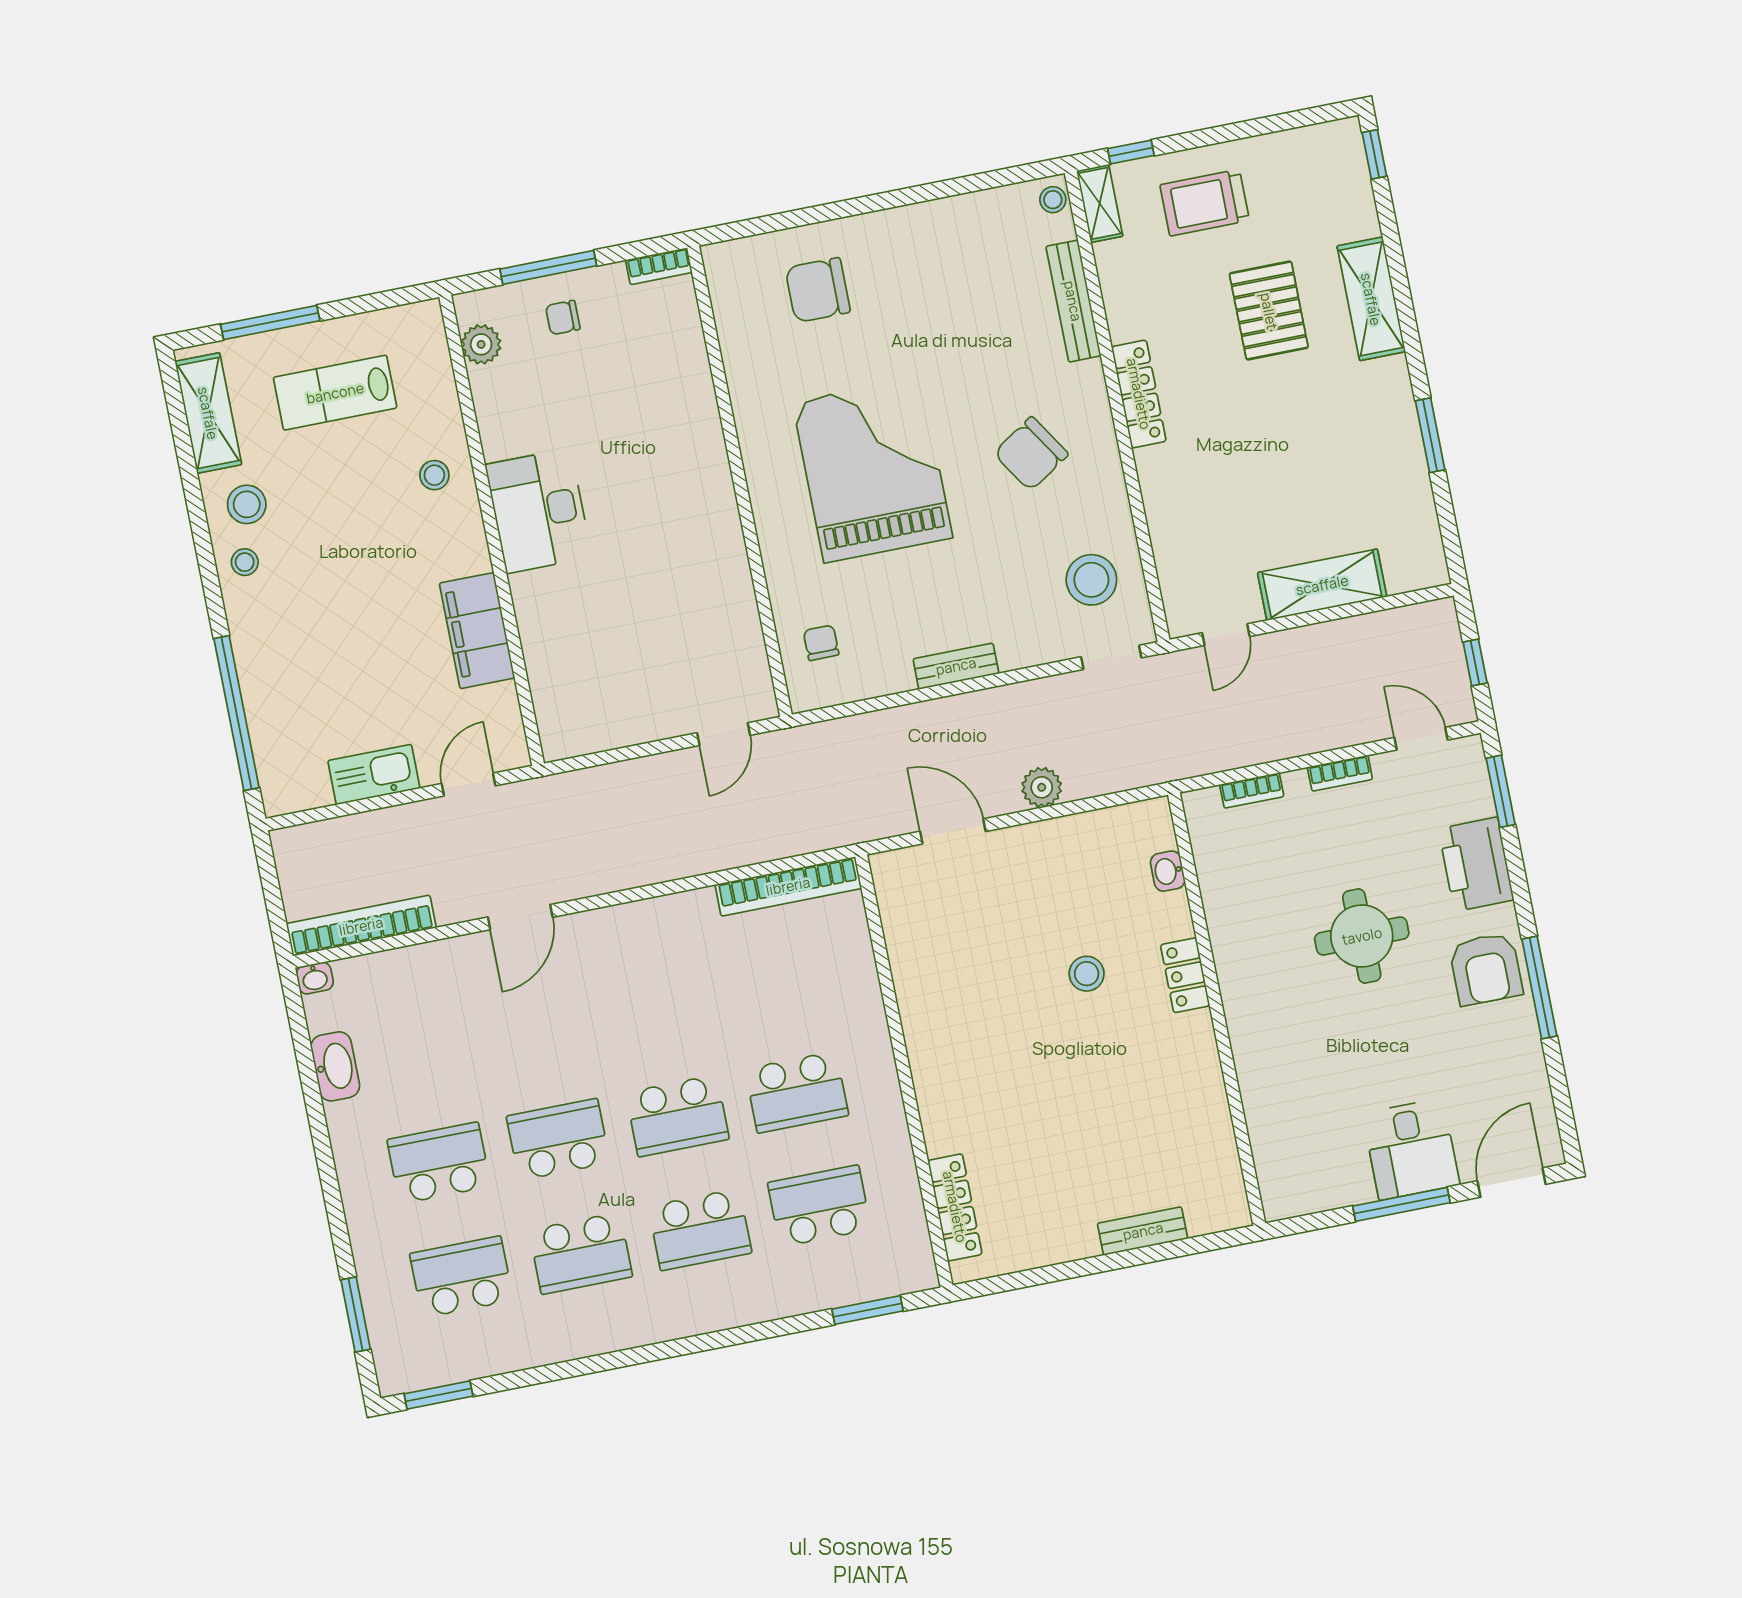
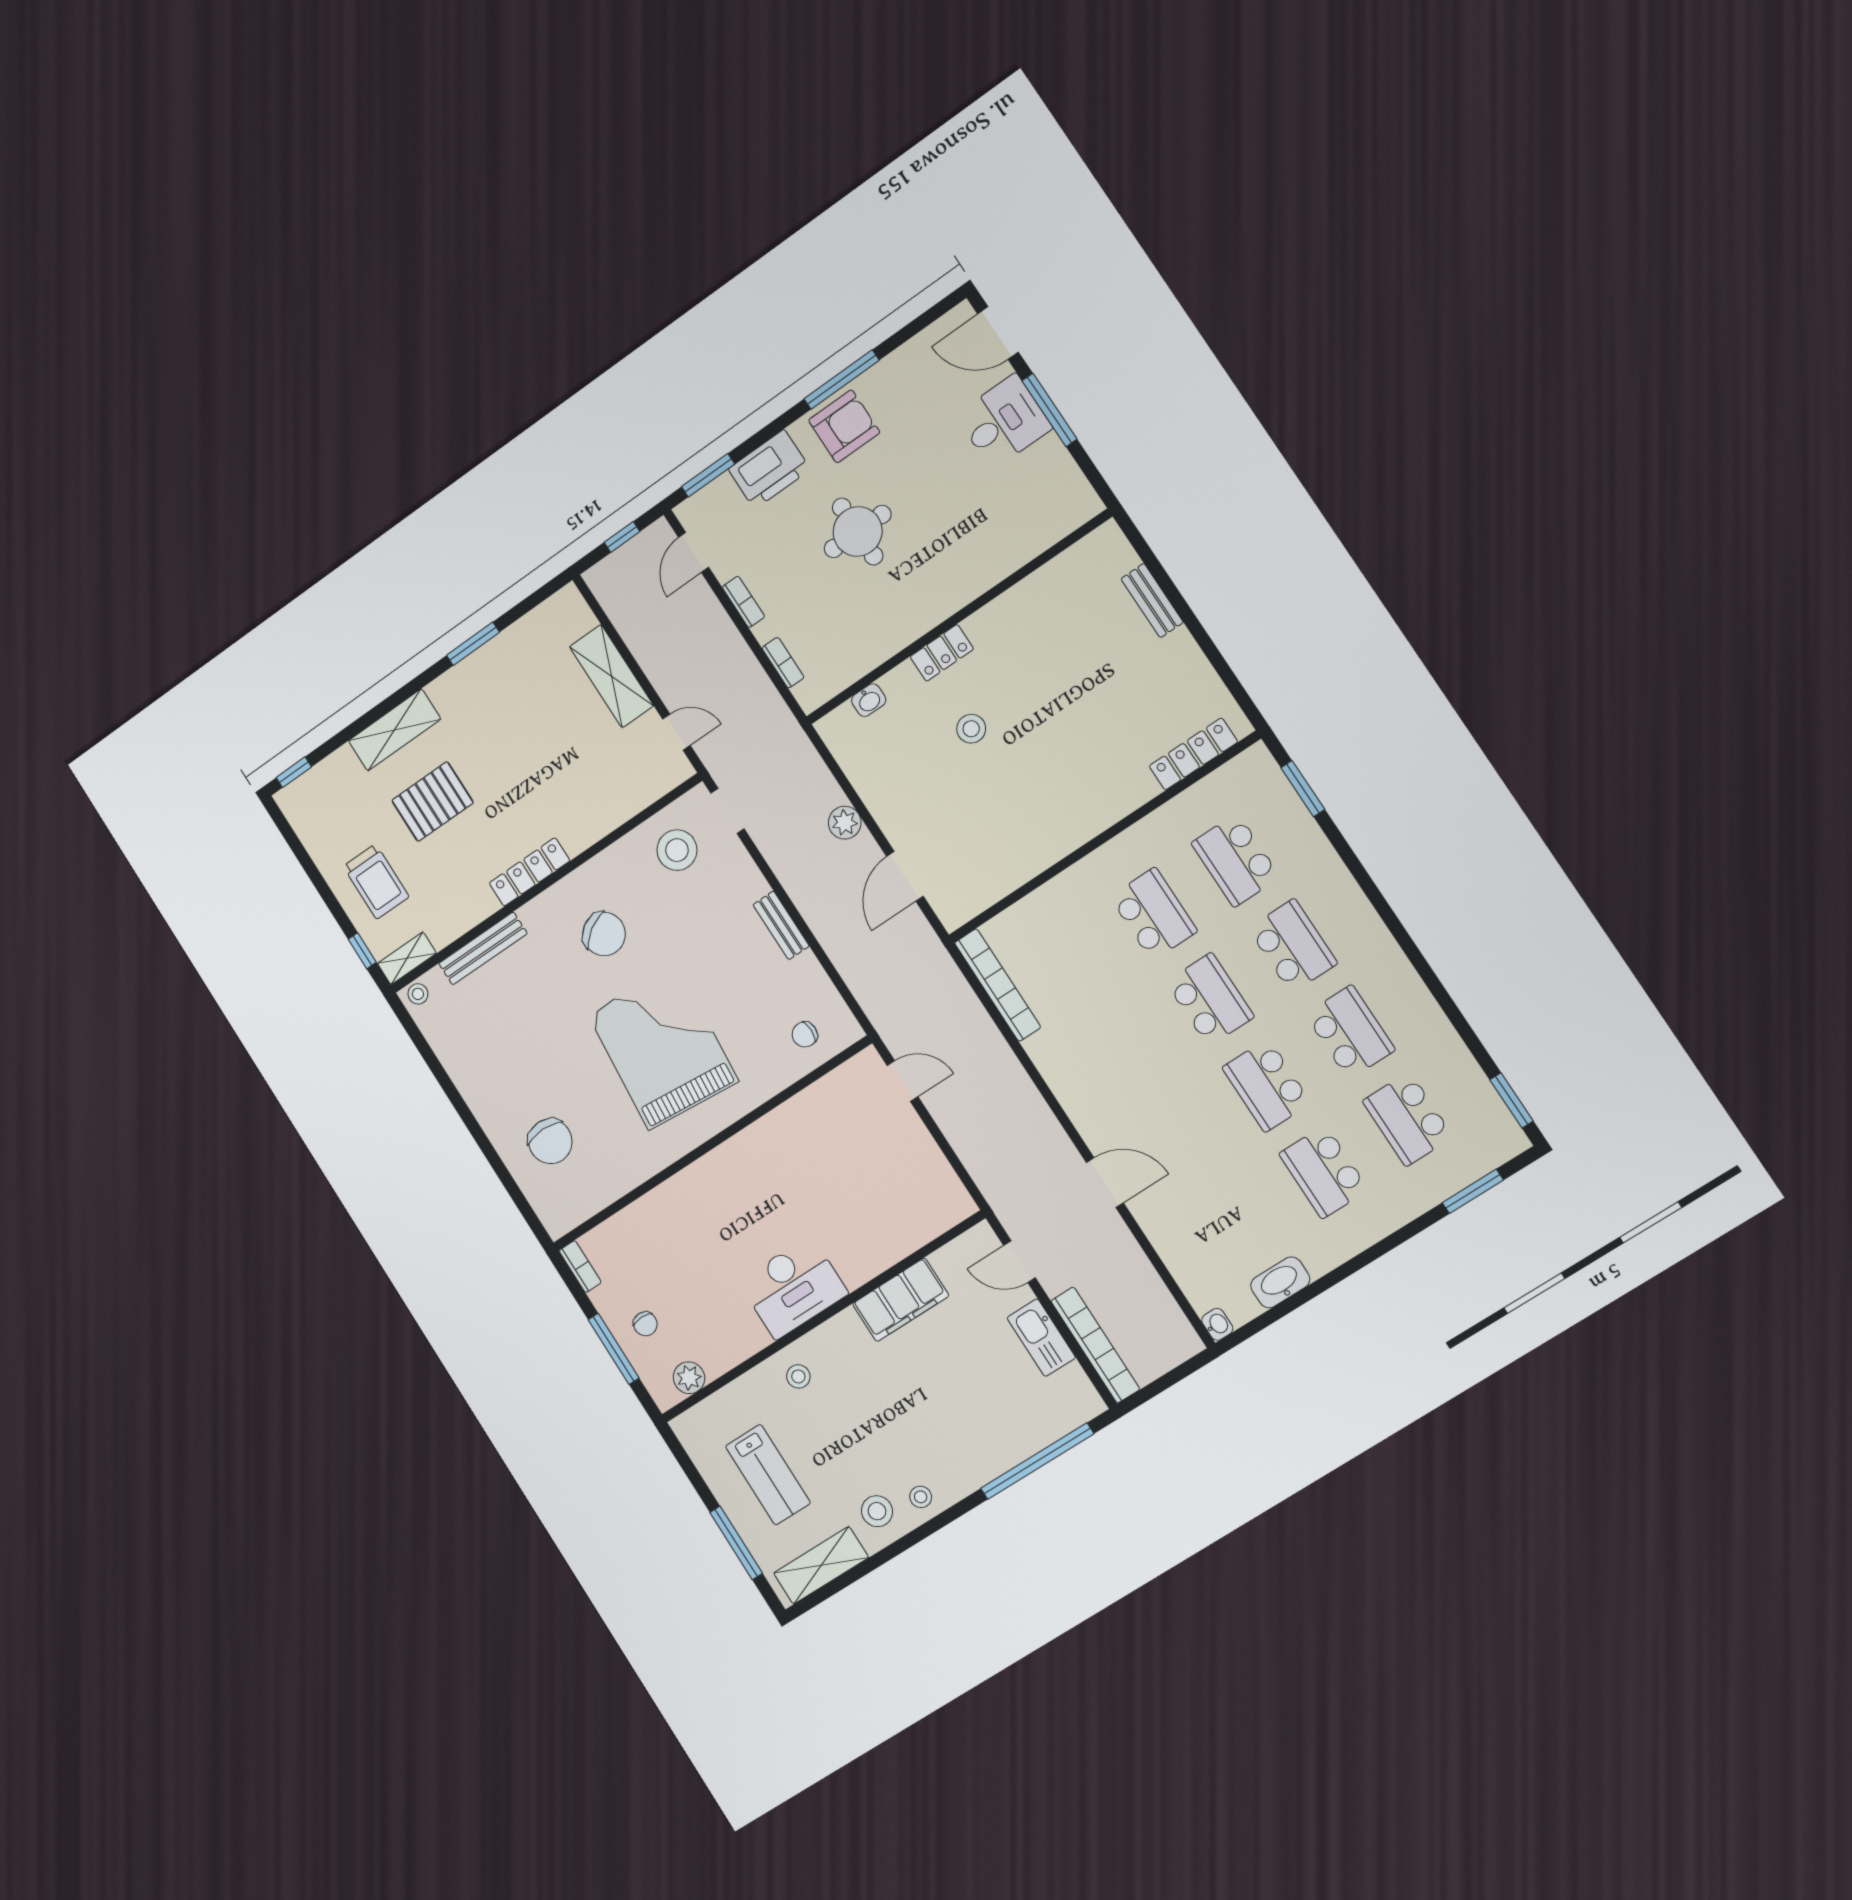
grand piano: (873, 470) -> (663, 1048), turned 95
bookcase: (361, 926) -> (1095, 1345), moved, turned 180

